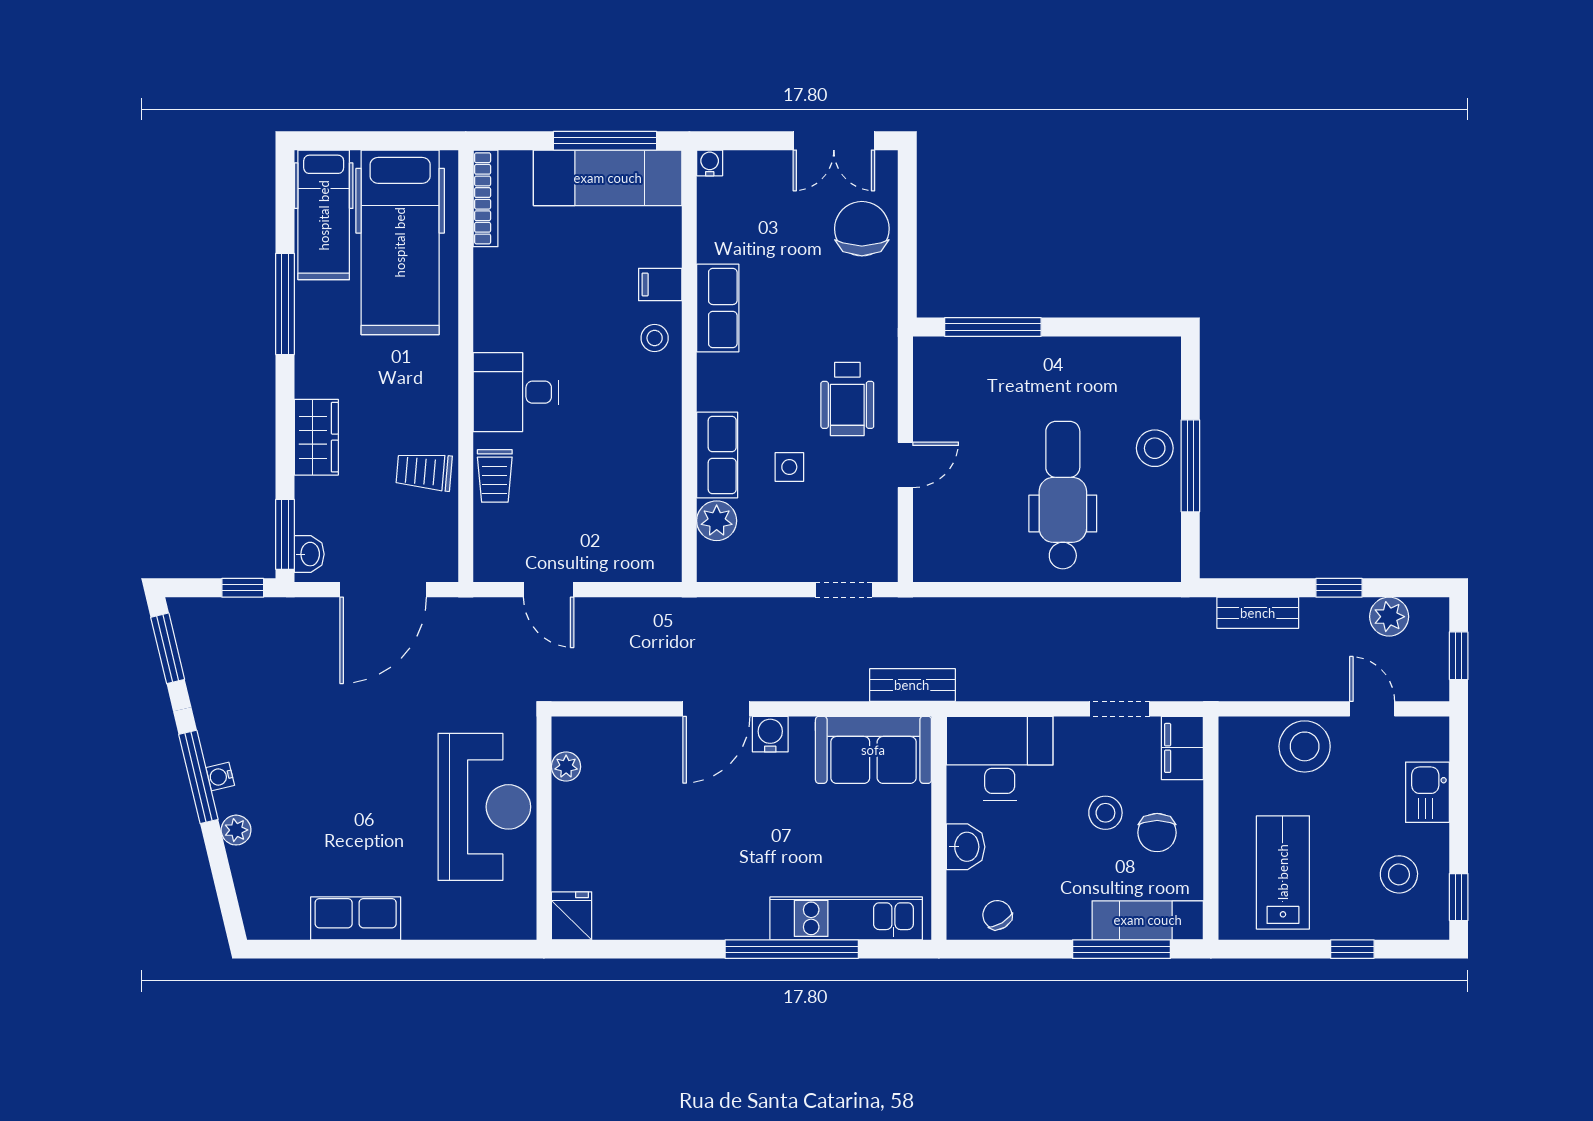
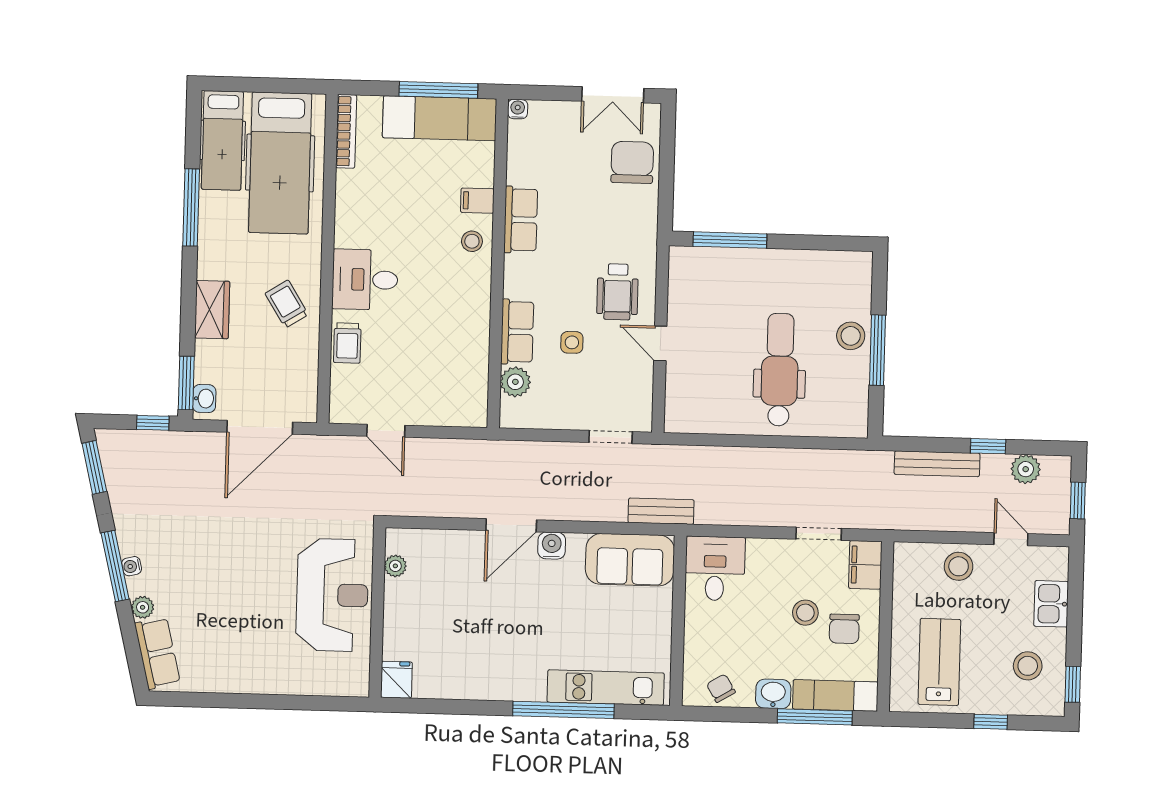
door: (905, 465) -> (660, 343), swing flipped
trolley: (424, 471) -> (287, 304), moved, turned 53
bench: (1258, 613) -> (937, 464), width x1.36
stool: (1305, 746) -> (959, 566), width x0.73, depth x0.73
desk: (1000, 758) -> (715, 568), width x0.73
washbasin: (966, 847) -> (773, 694), moved, turned -90
row of seats: (356, 918) -> (157, 653), moved, turned 77

